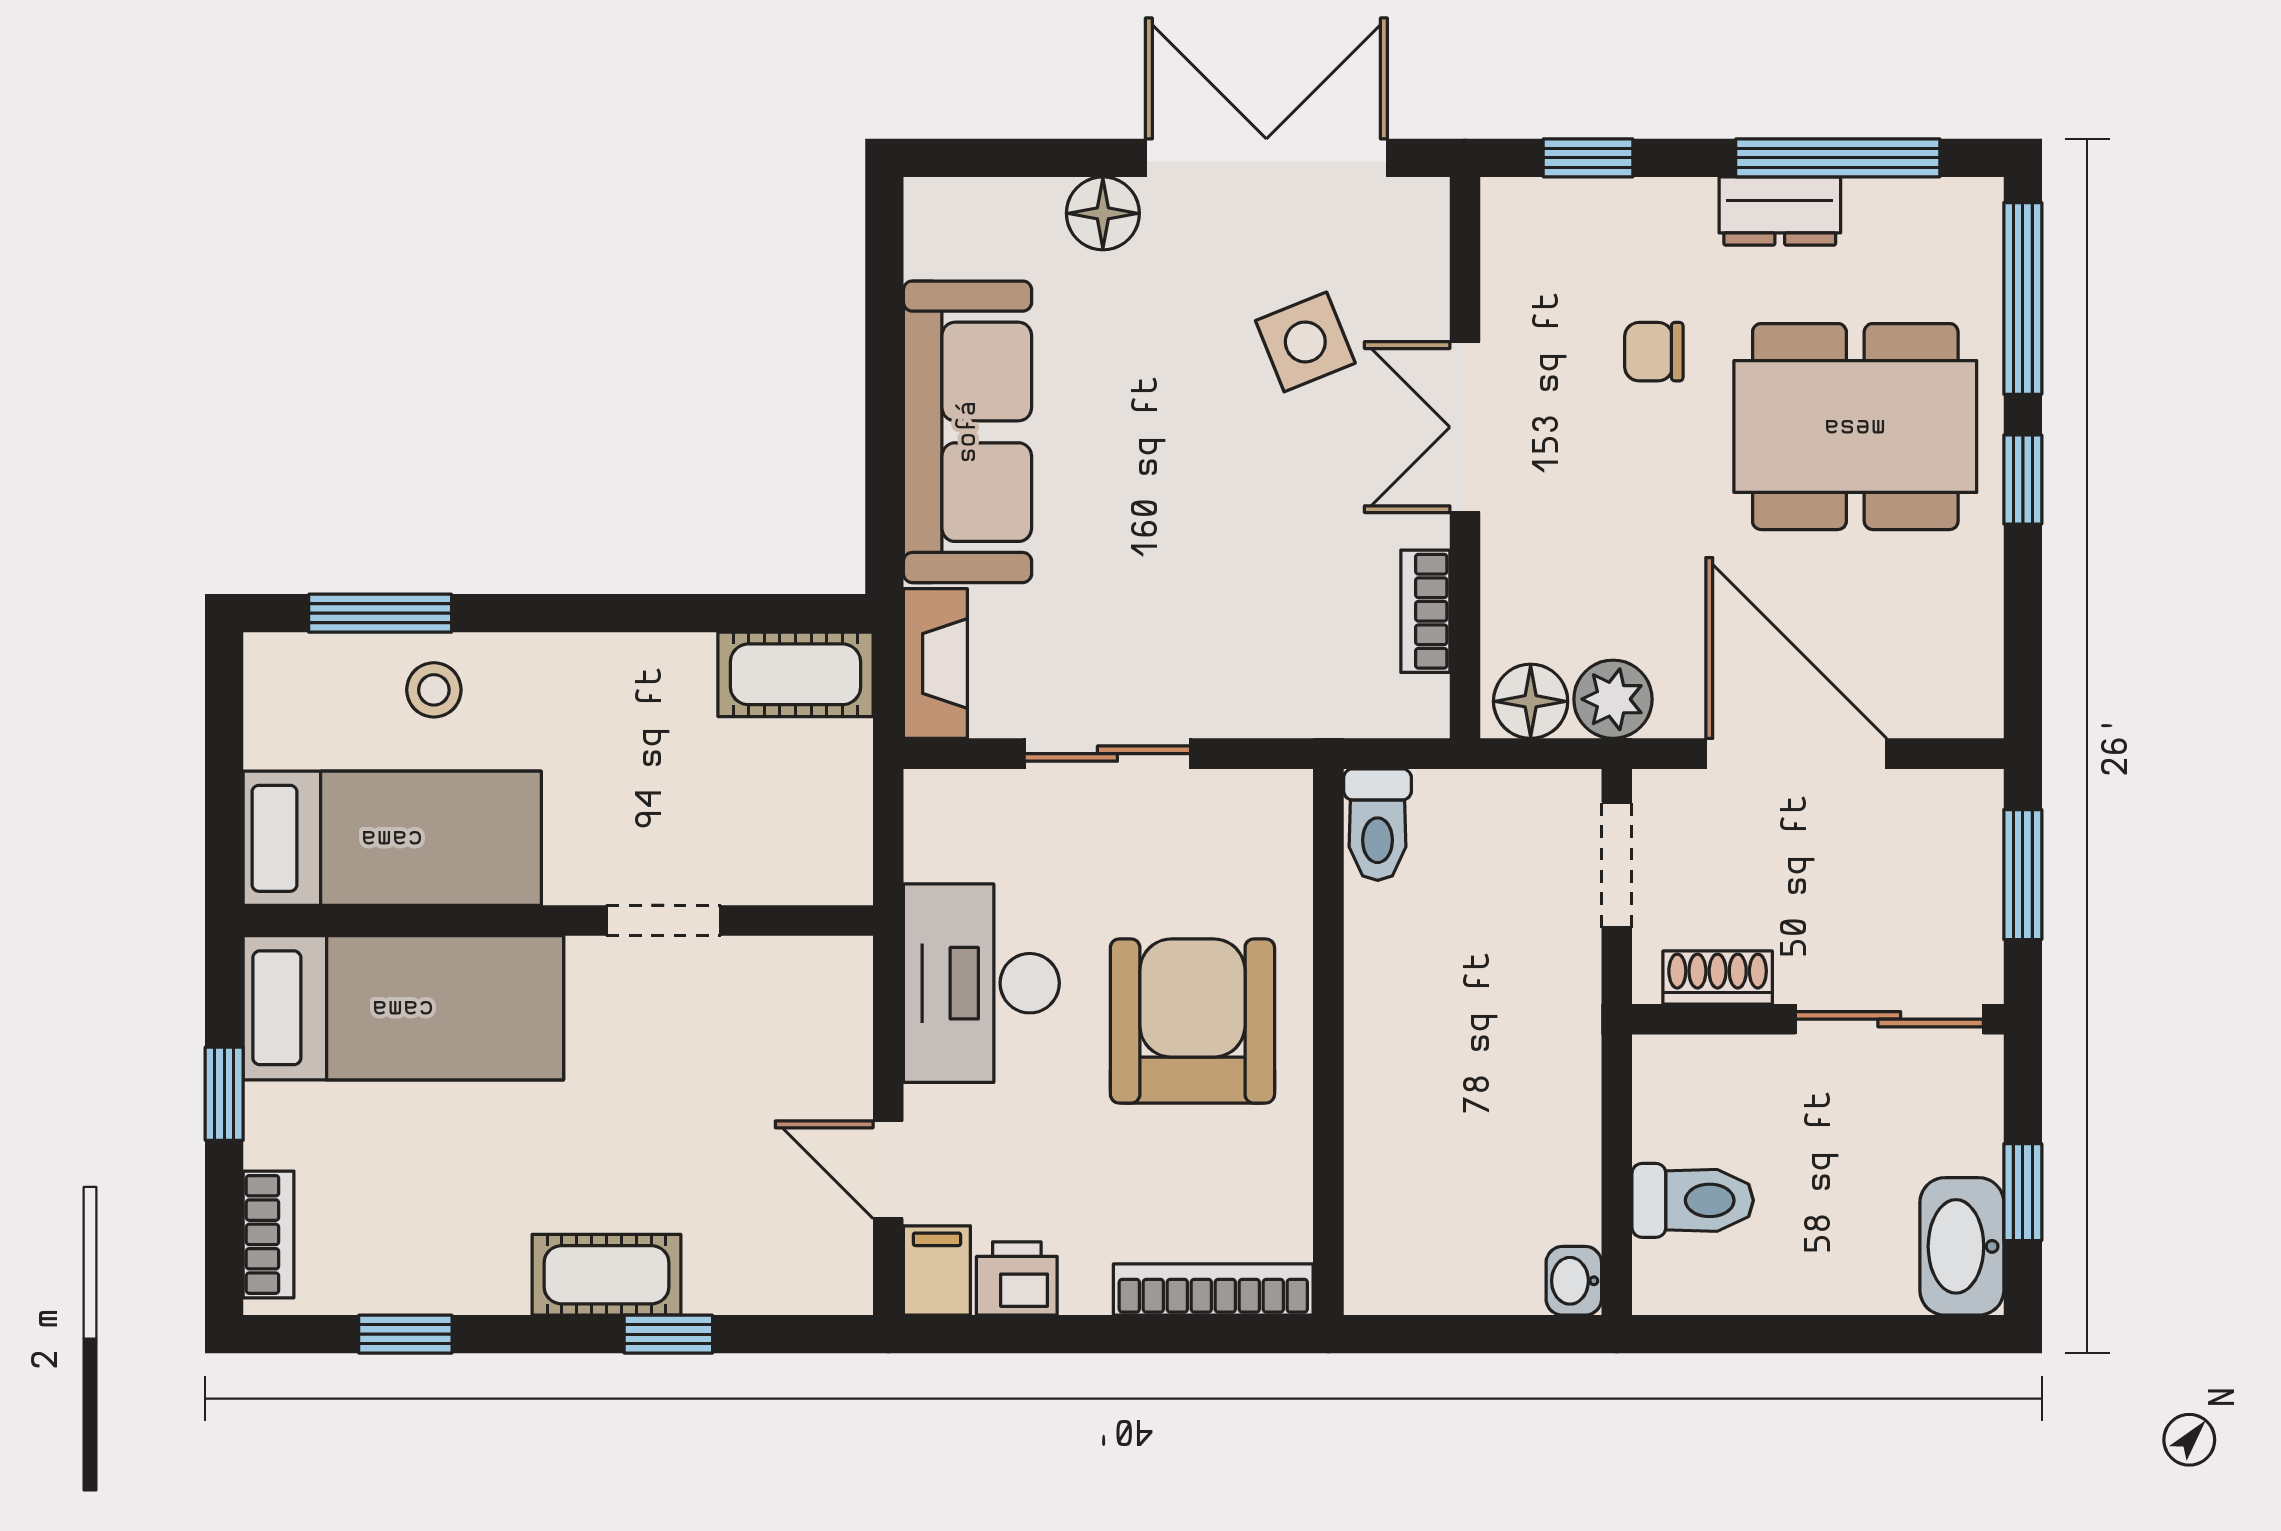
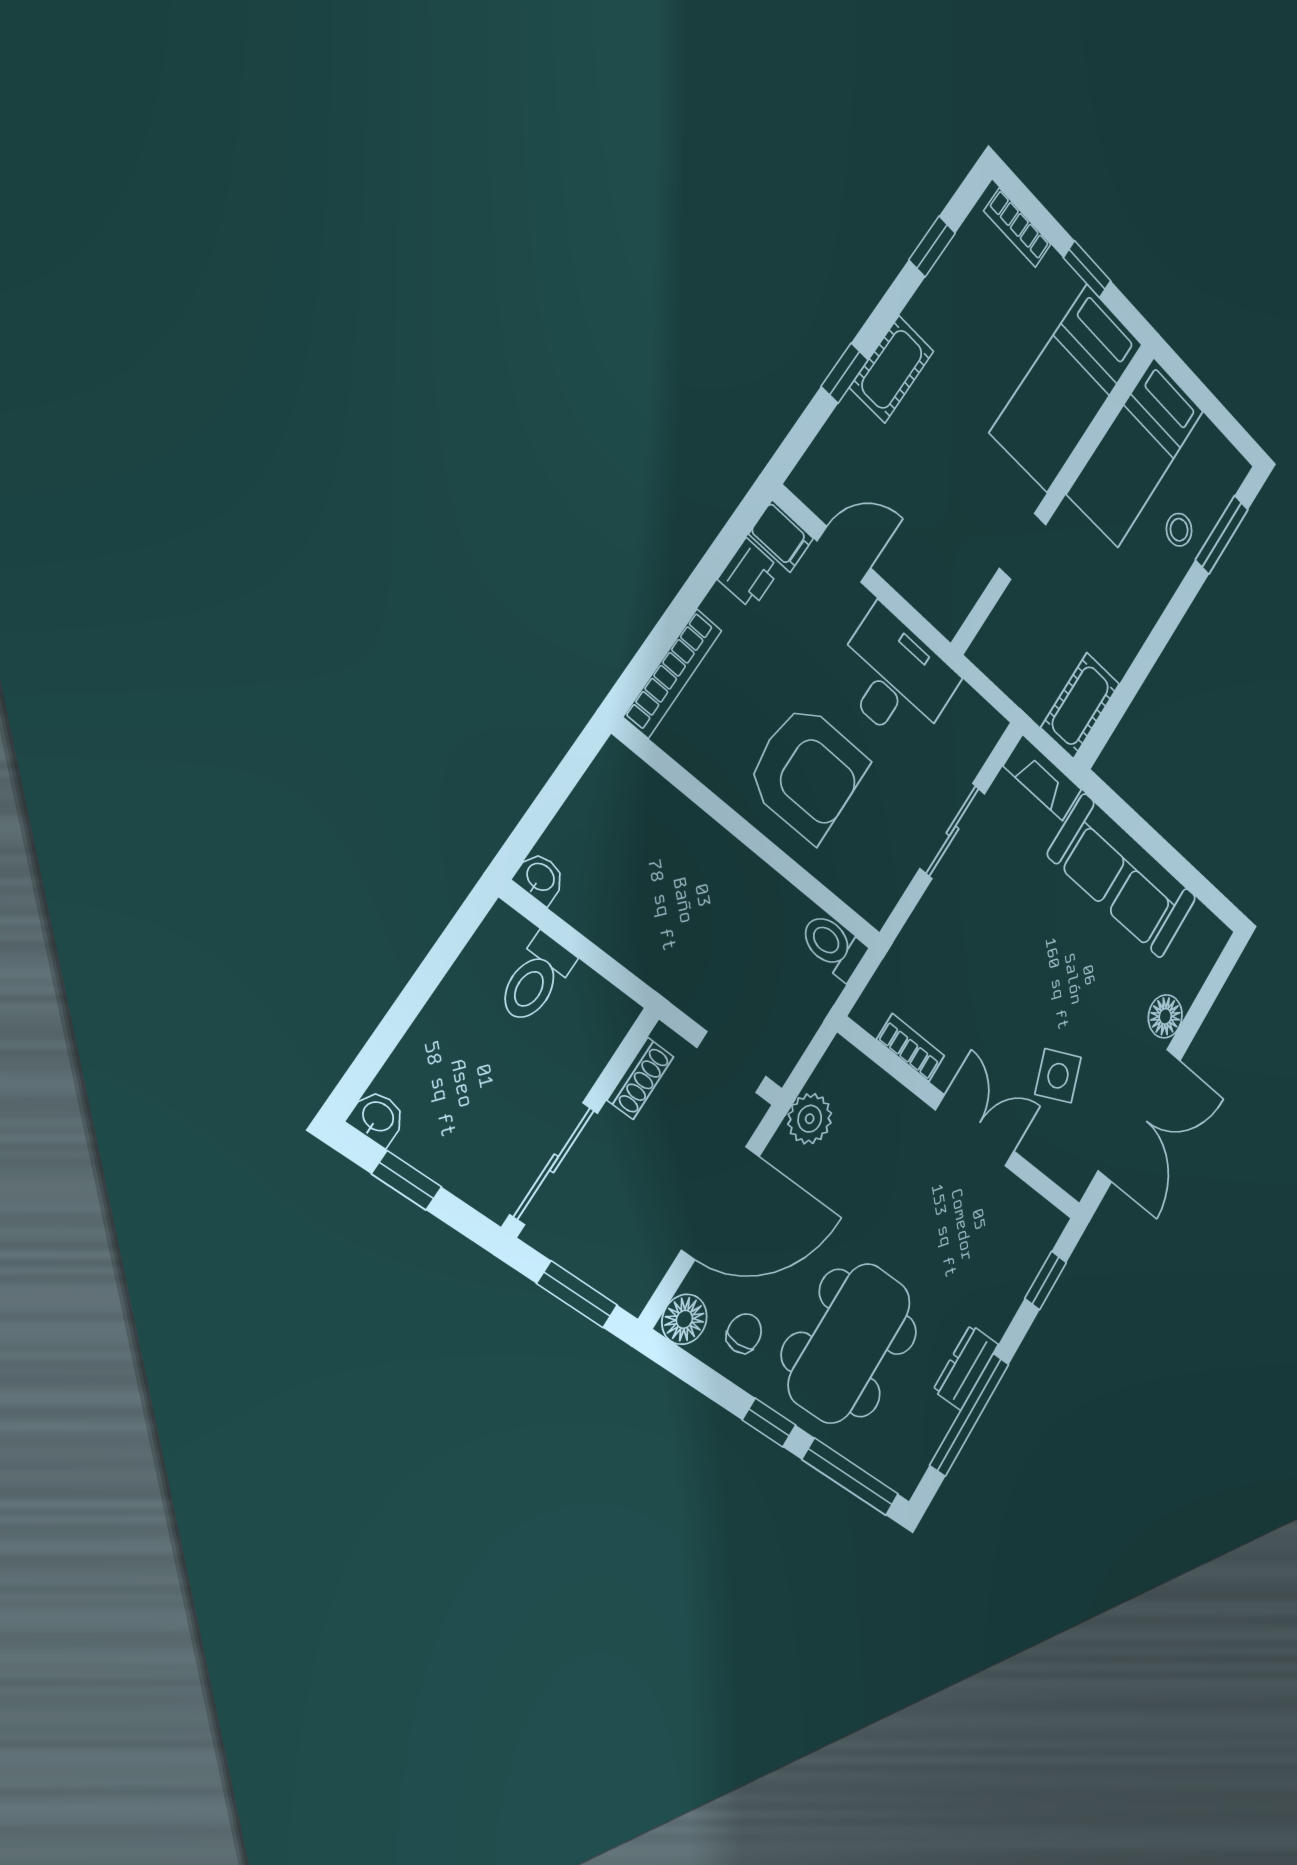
chair: (1654, 352) -> (744, 1333), moved
floor lamp: (1531, 701) -> (684, 1319), moved
washbasin: (1962, 1246) -> (377, 1117), width x0.52, depth x0.69

